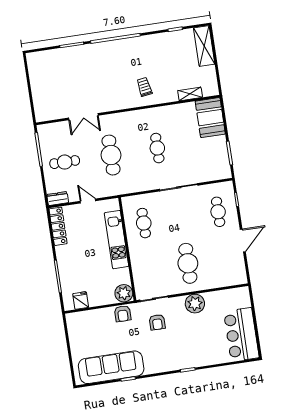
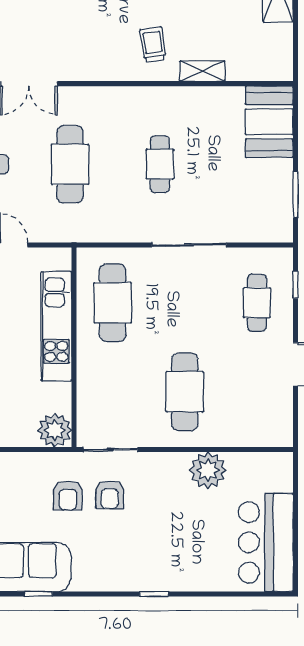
shelving: (190, 94) -> (202, 71), moved
cafe table: (144, 223) -> (113, 303), width x1.37, depth x1.35
plant: (195, 304) -> (208, 470), moved
armchair: (123, 314) -> (68, 496), moved

